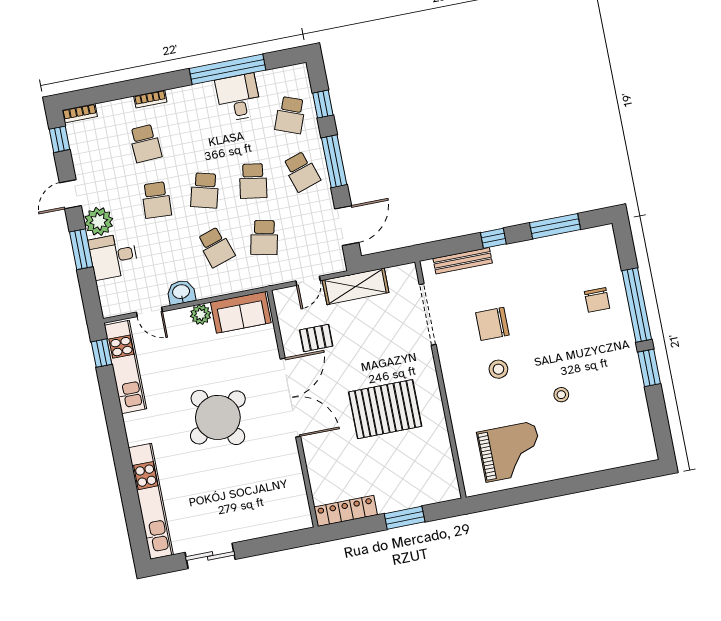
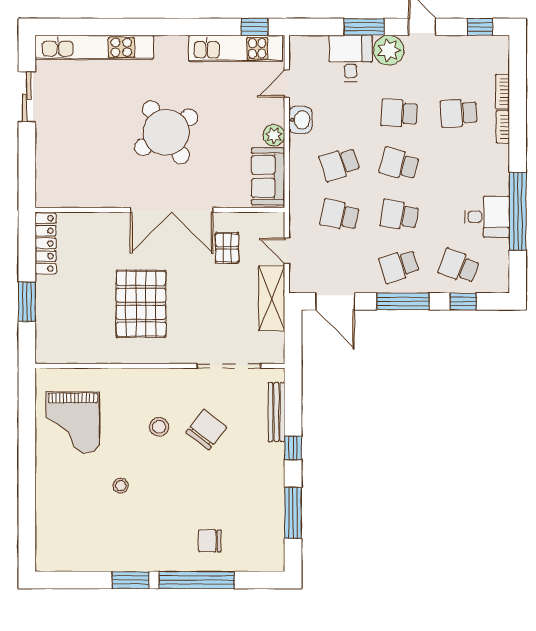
bookcase: (80, 113) -> (502, 92), moved
chair: (492, 324) -> (206, 430), turned 38

